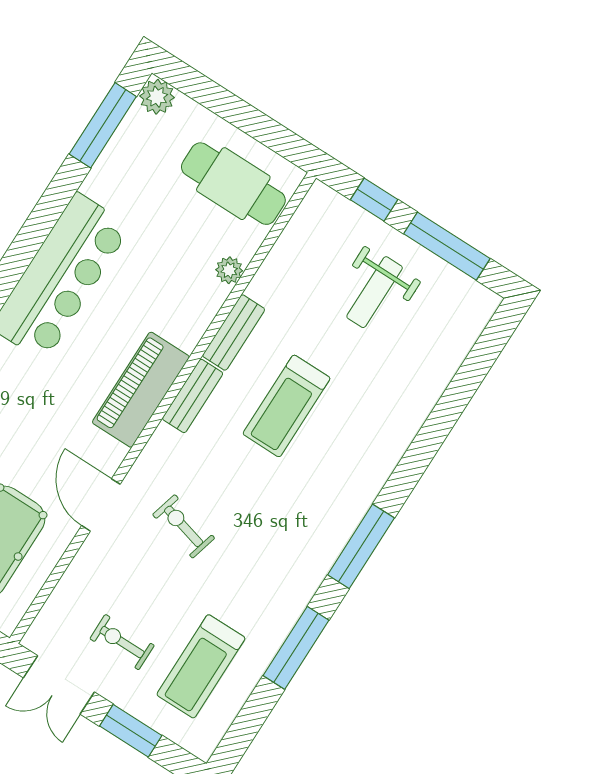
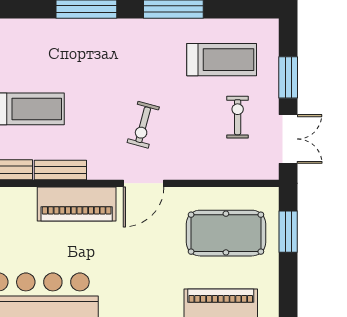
door: (101, 505) -> (144, 183), moved
exercise bike: (122, 642) -> (238, 117), turned 180

